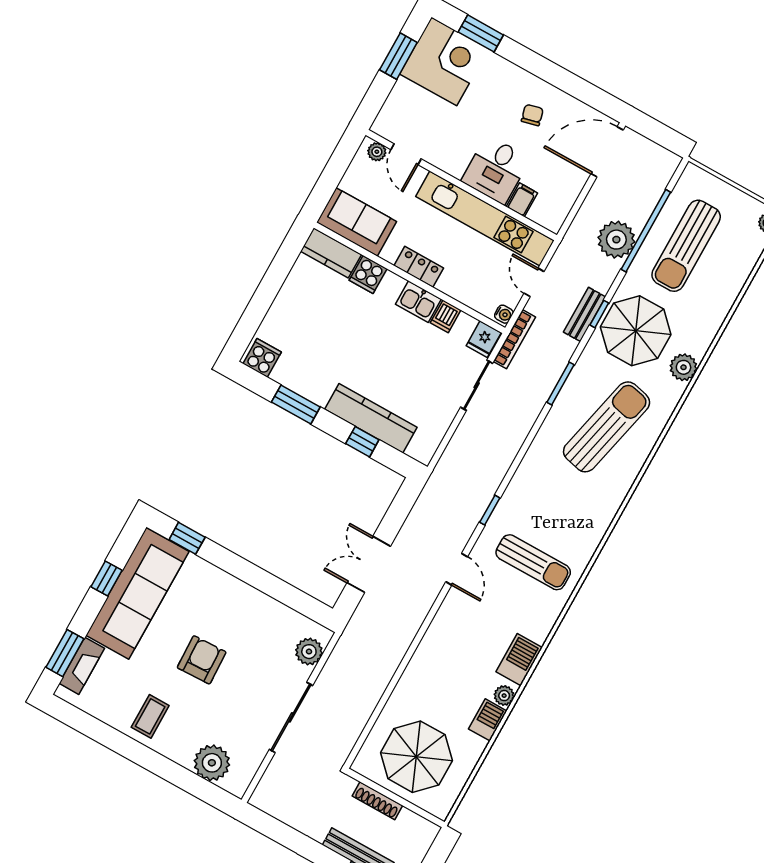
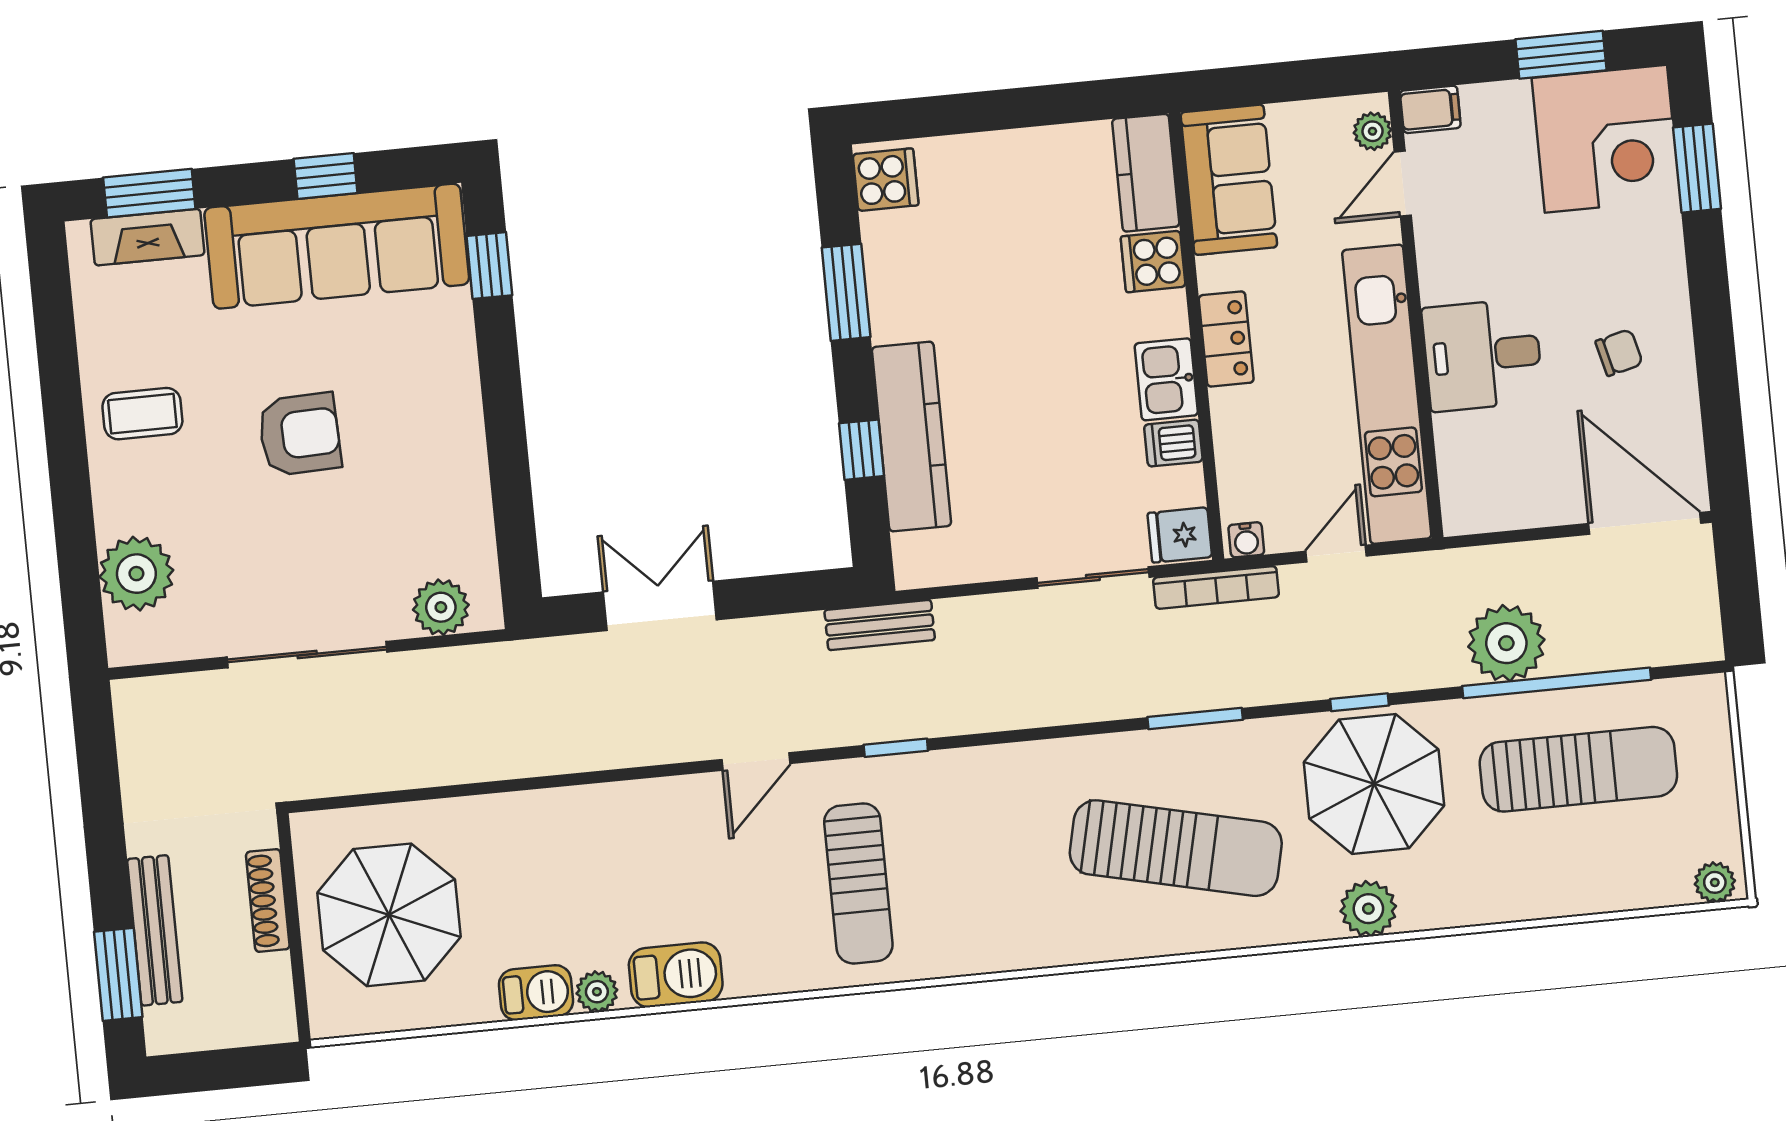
filing cabinet: (522, 200) -> (1430, 109), moved
sun lounger: (686, 246) -> (1578, 769), turned 180
bench: (585, 314) -> (880, 625), moved

